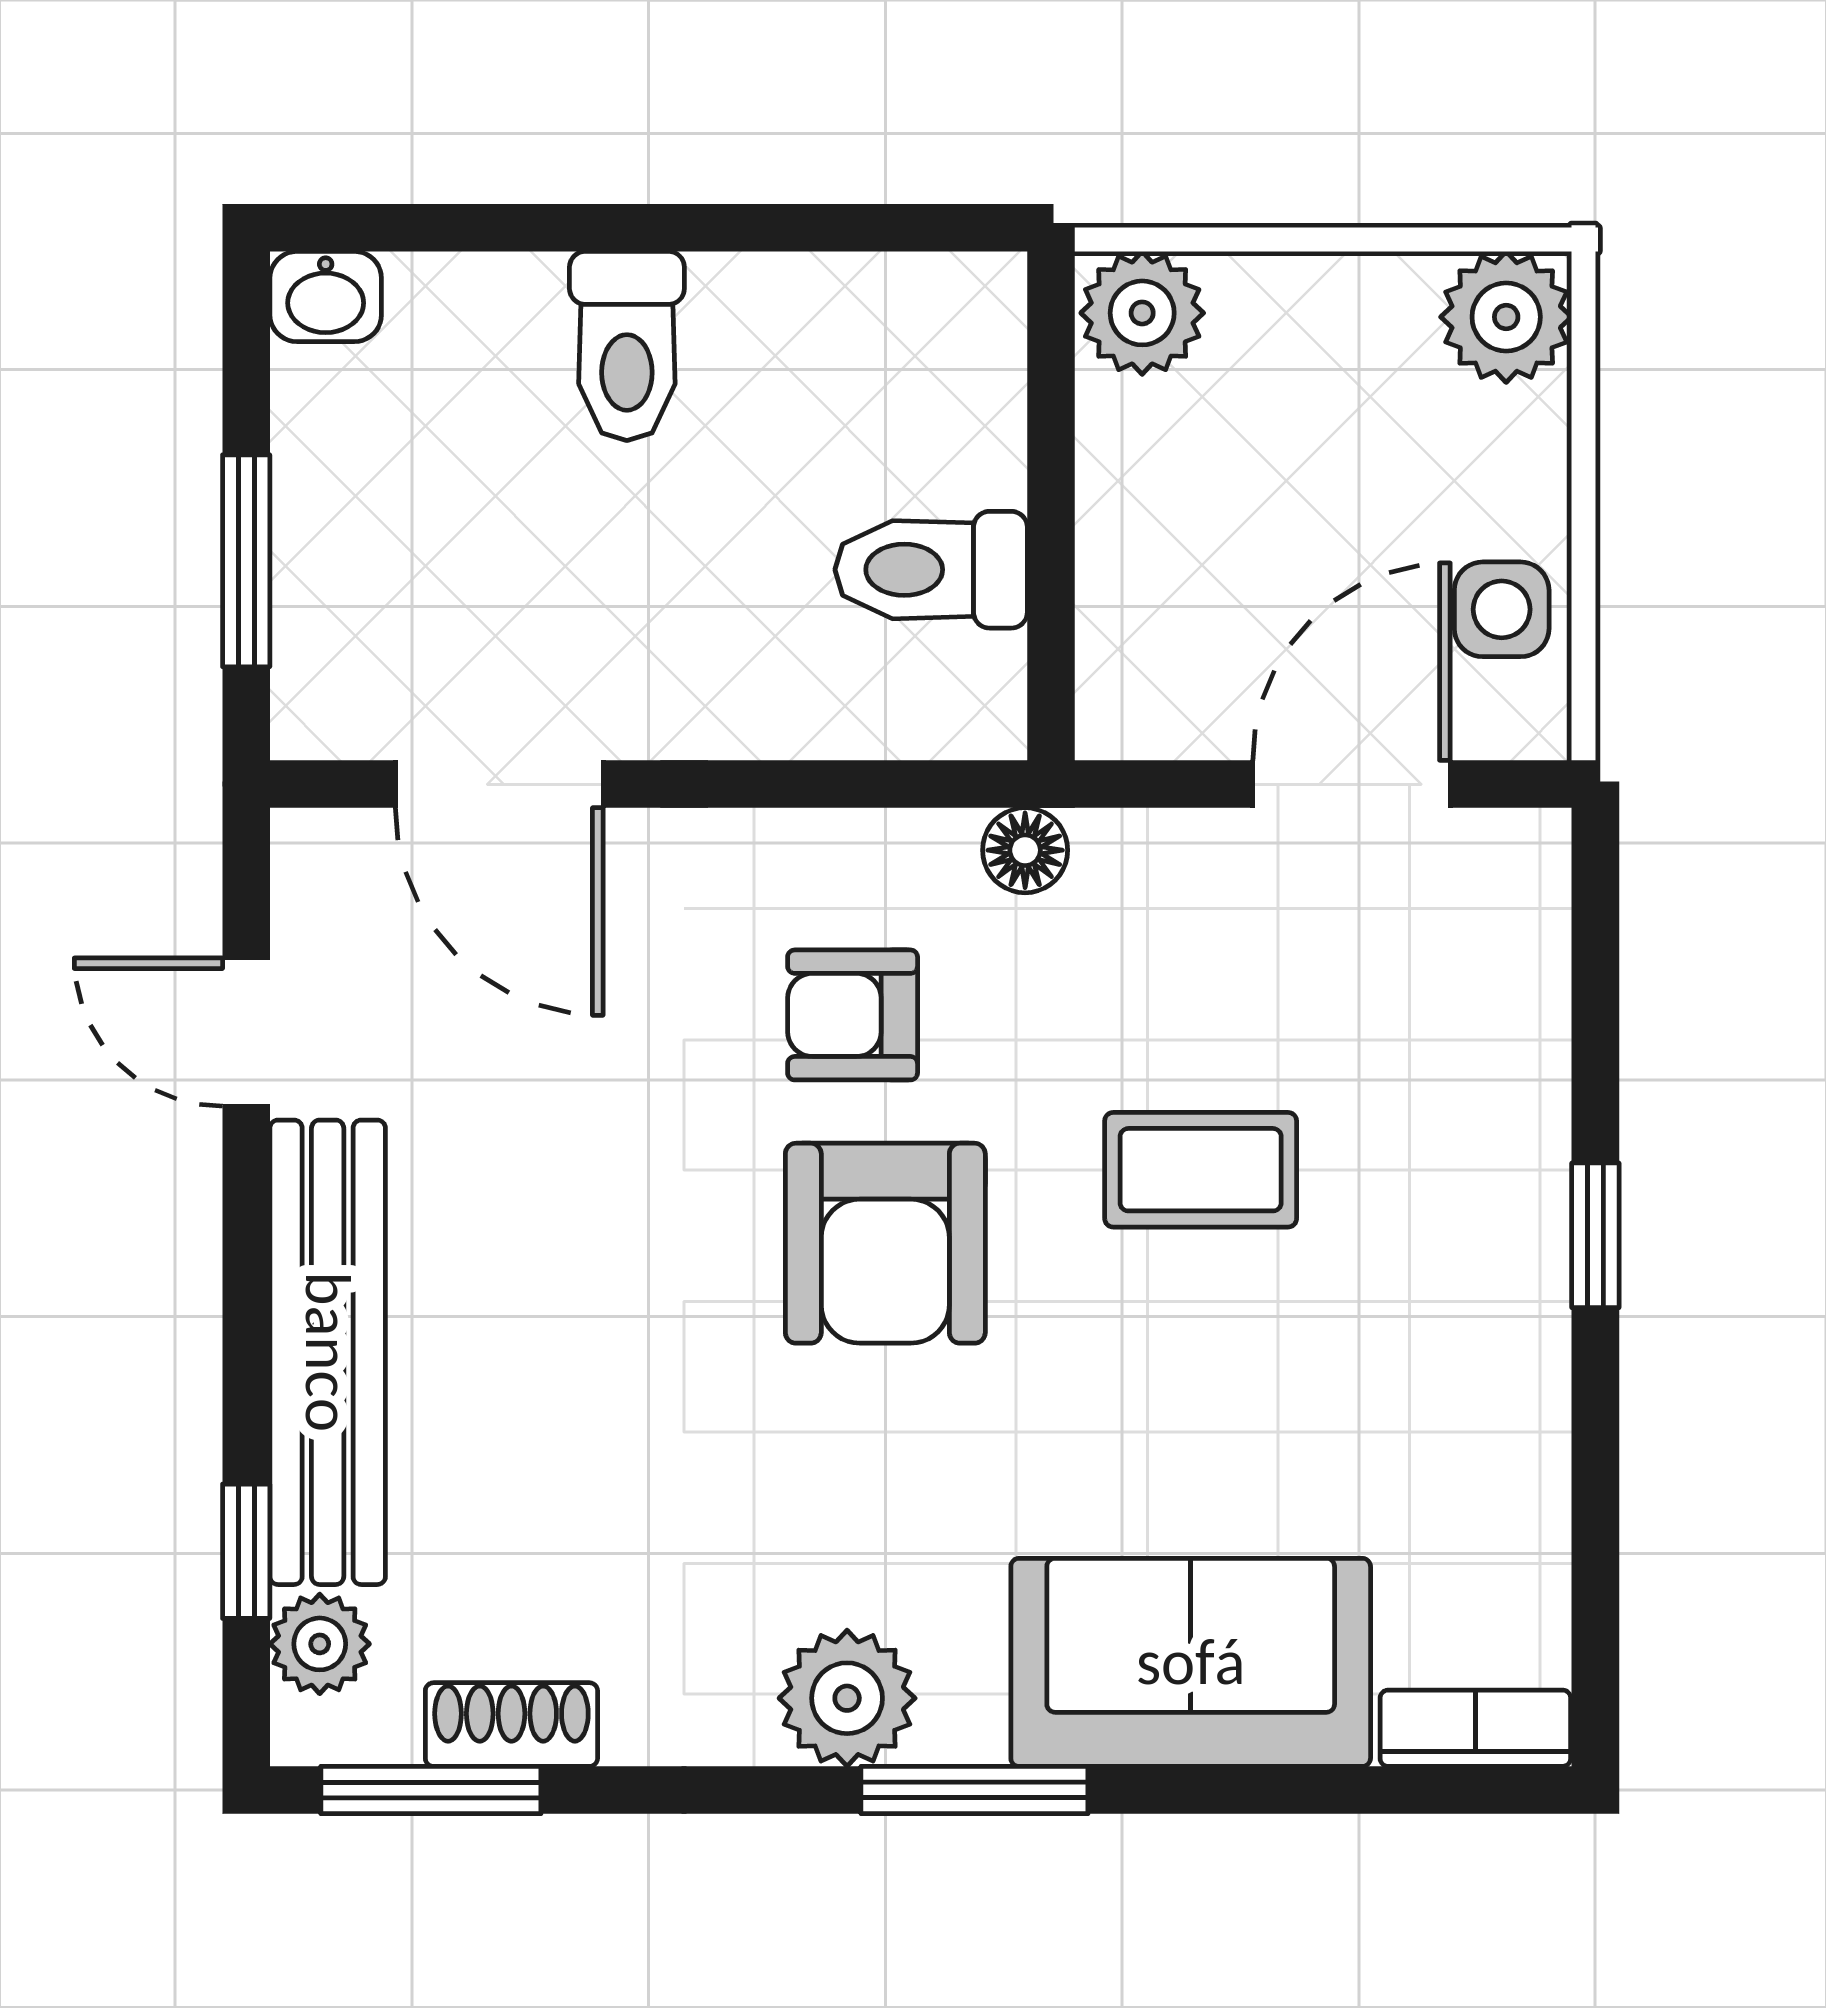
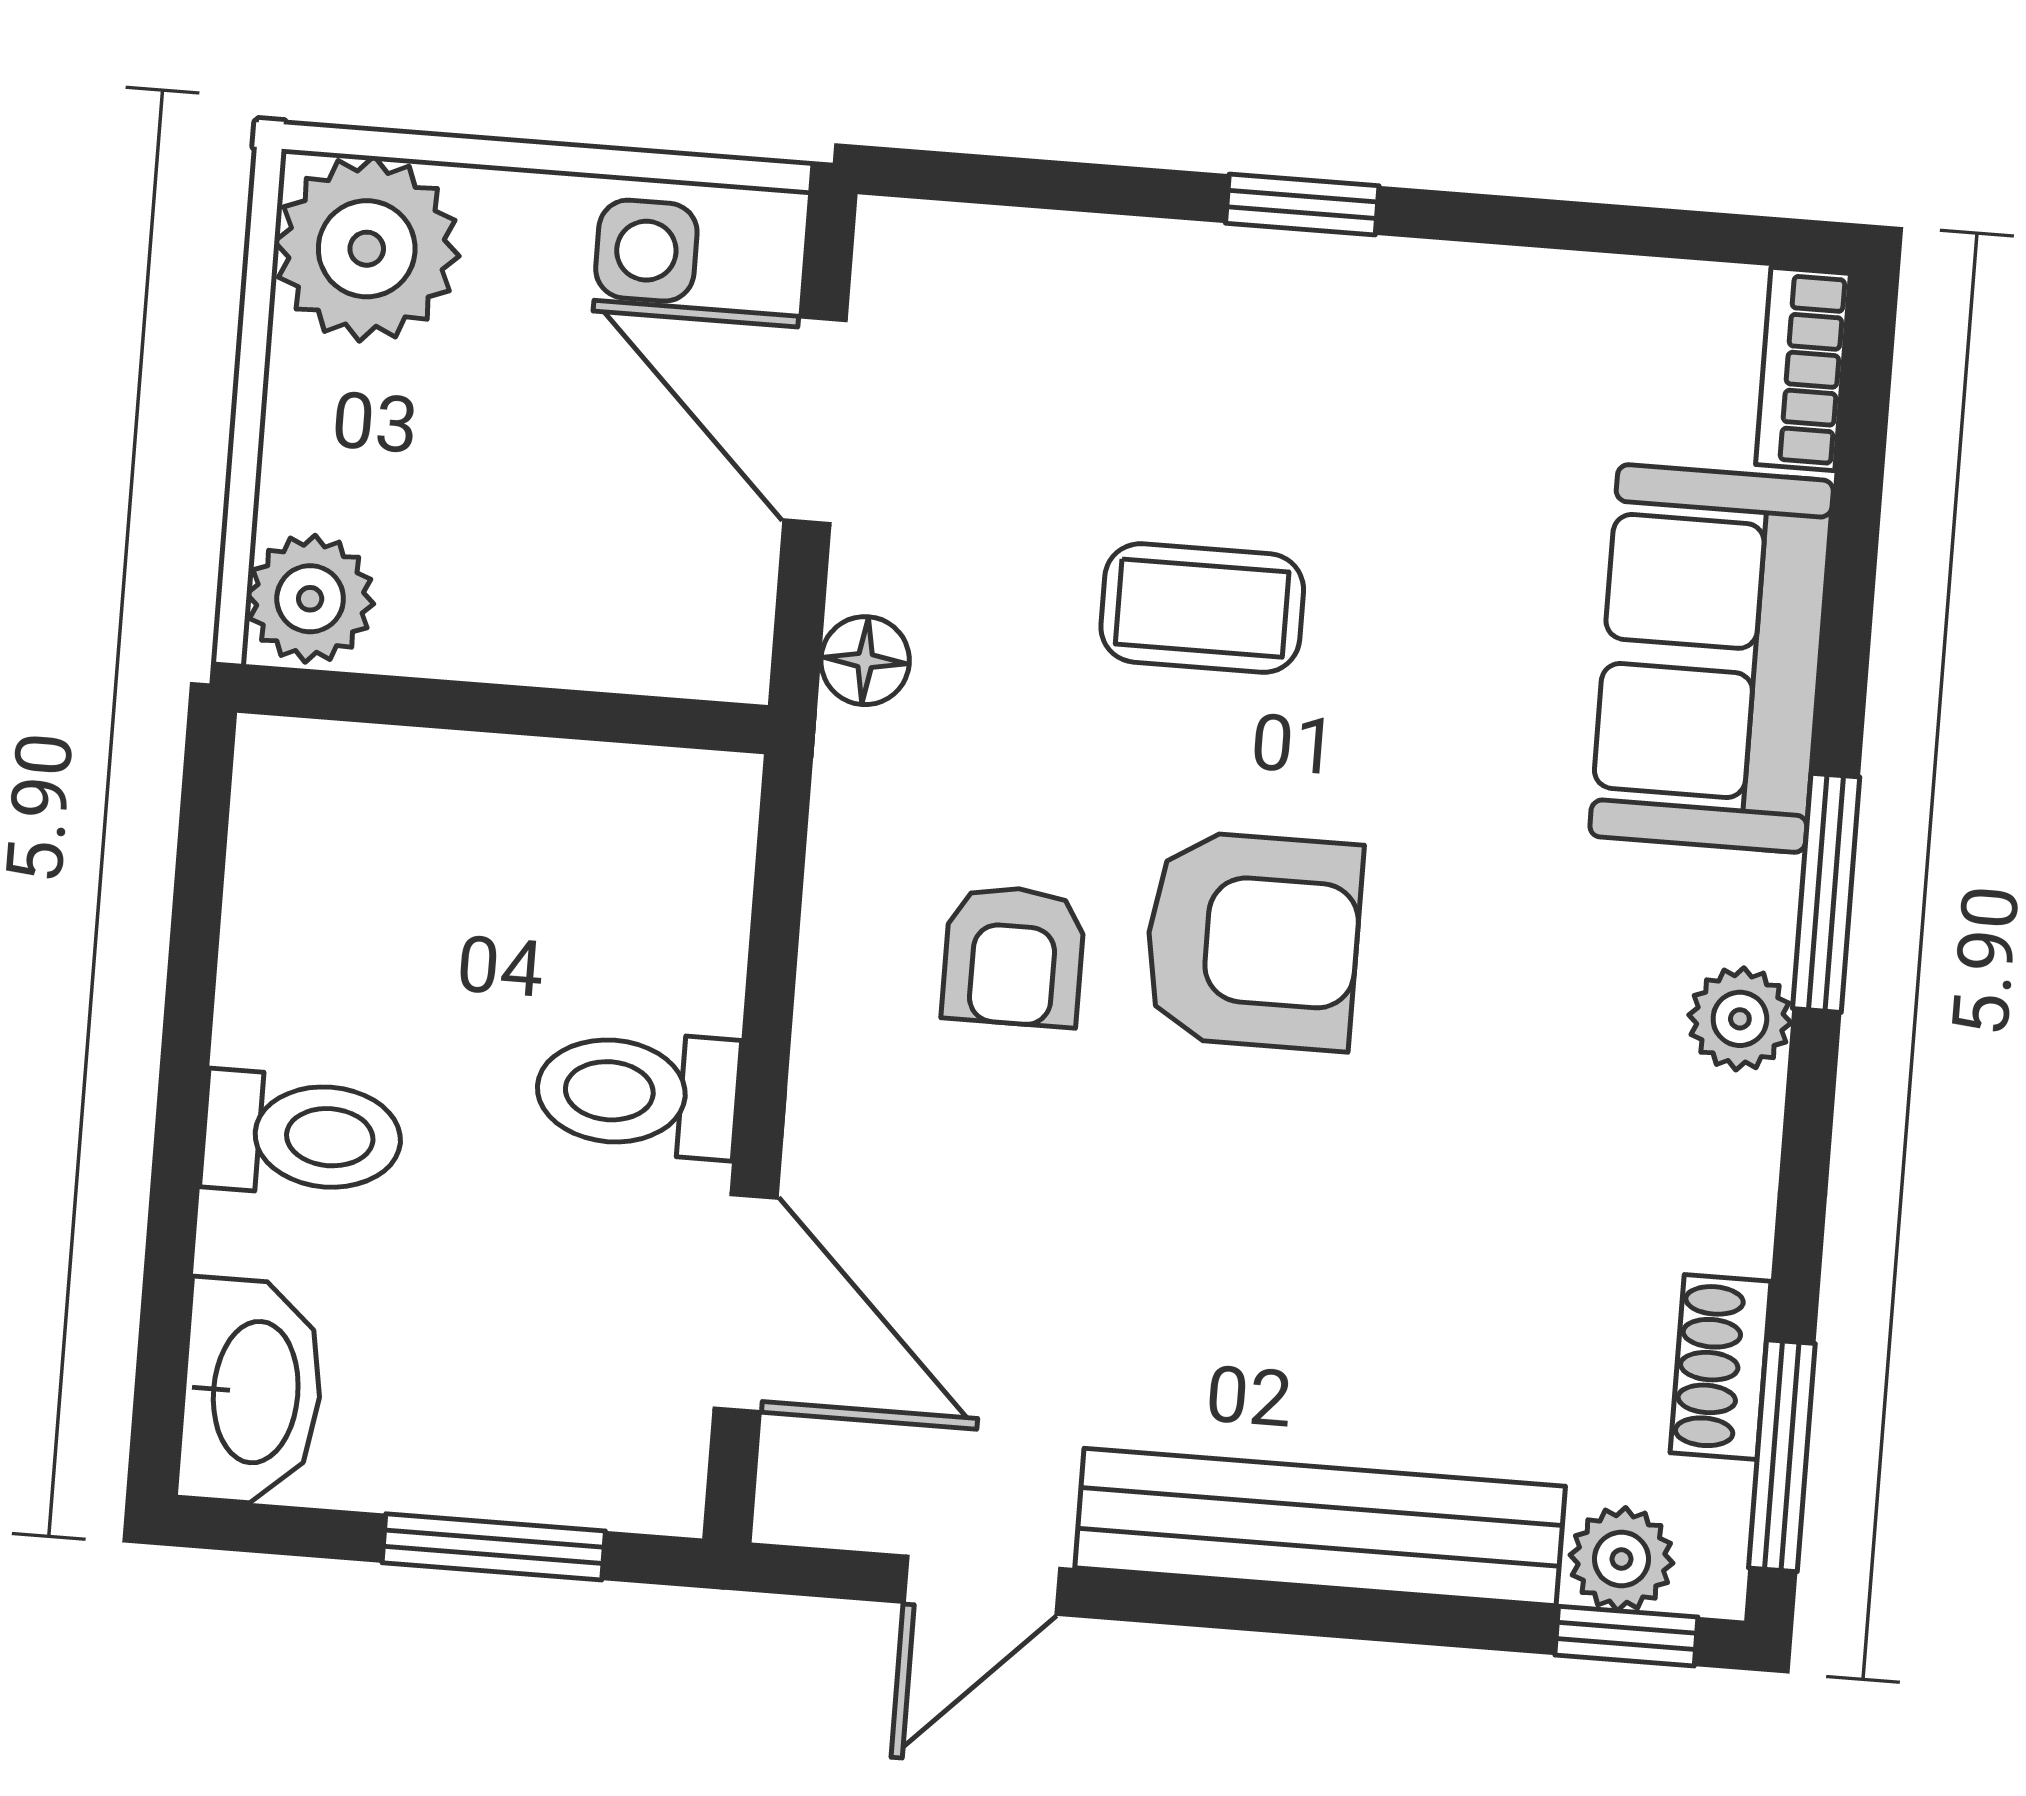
washbasin: (326, 297) -> (252, 1392), width x1.91, depth x1.45
plant: (1506, 317) -> (367, 249), width x1.36, depth x1.36
toilet: (931, 570) -> (637, 1093), moved, turned 90
door: (499, 784) -> (746, 1303), hinge flipped
floor lamp: (1025, 850) -> (865, 661), moved
coffee table: (1201, 1170) -> (1202, 608), turned 90
window: (246, 1551) -> (1626, 1636), moved
plant: (847, 1698) -> (1740, 1019), width x0.73, depth x0.73

